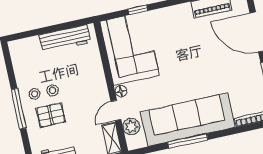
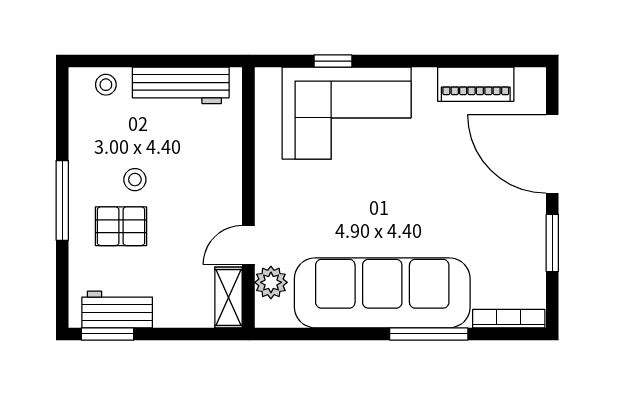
corner sofa: (129, 48) -> (347, 113), moved, turned 90
floor lamp: (121, 91) -> (266, 210), removed
stool: (35, 94) -> (106, 85), moved
window: (188, 141) -> (429, 334), moved

